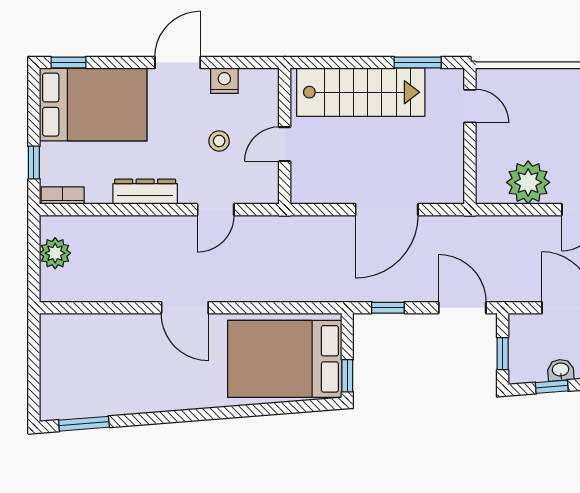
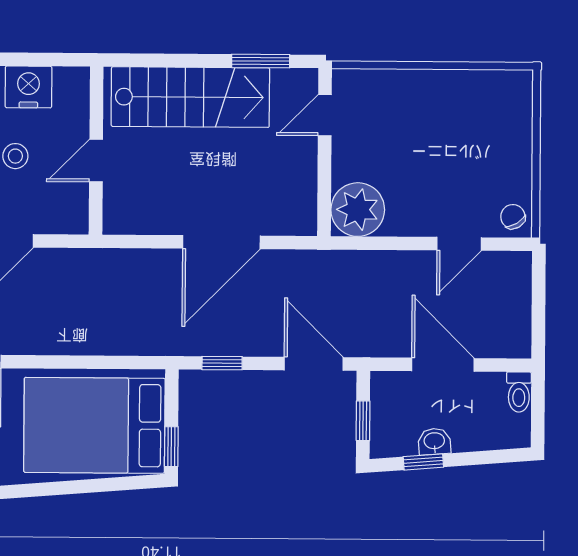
nightstand: (224, 81) -> (28, 87), width x1.36, depth x1.33
door: (470, 106) -> (325, 115), swing flipped
plant: (528, 182) -> (358, 210), moved

